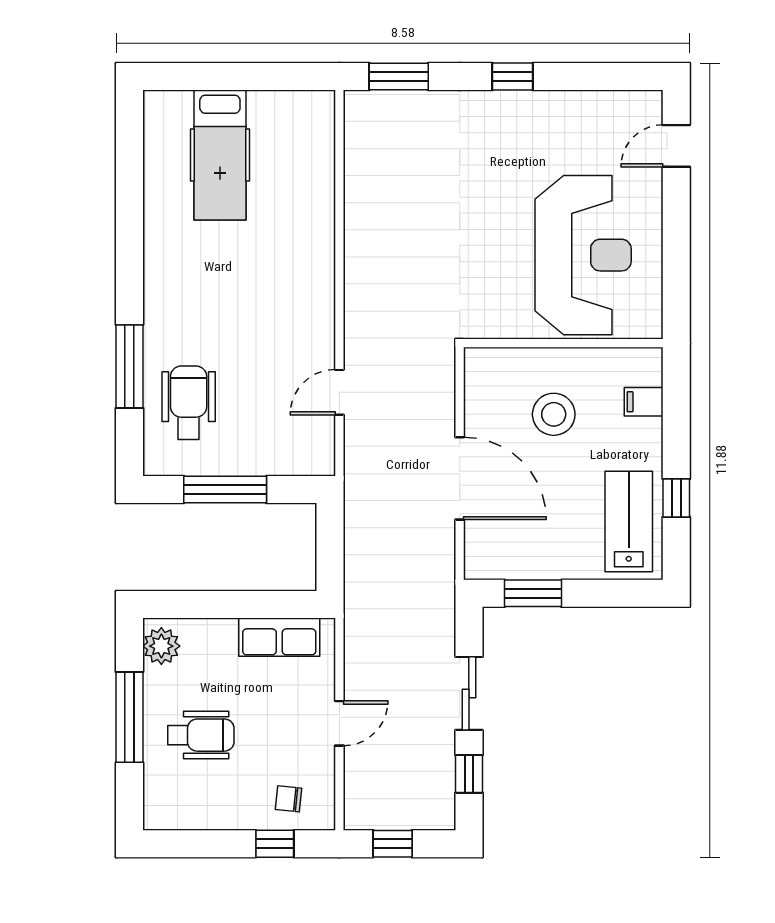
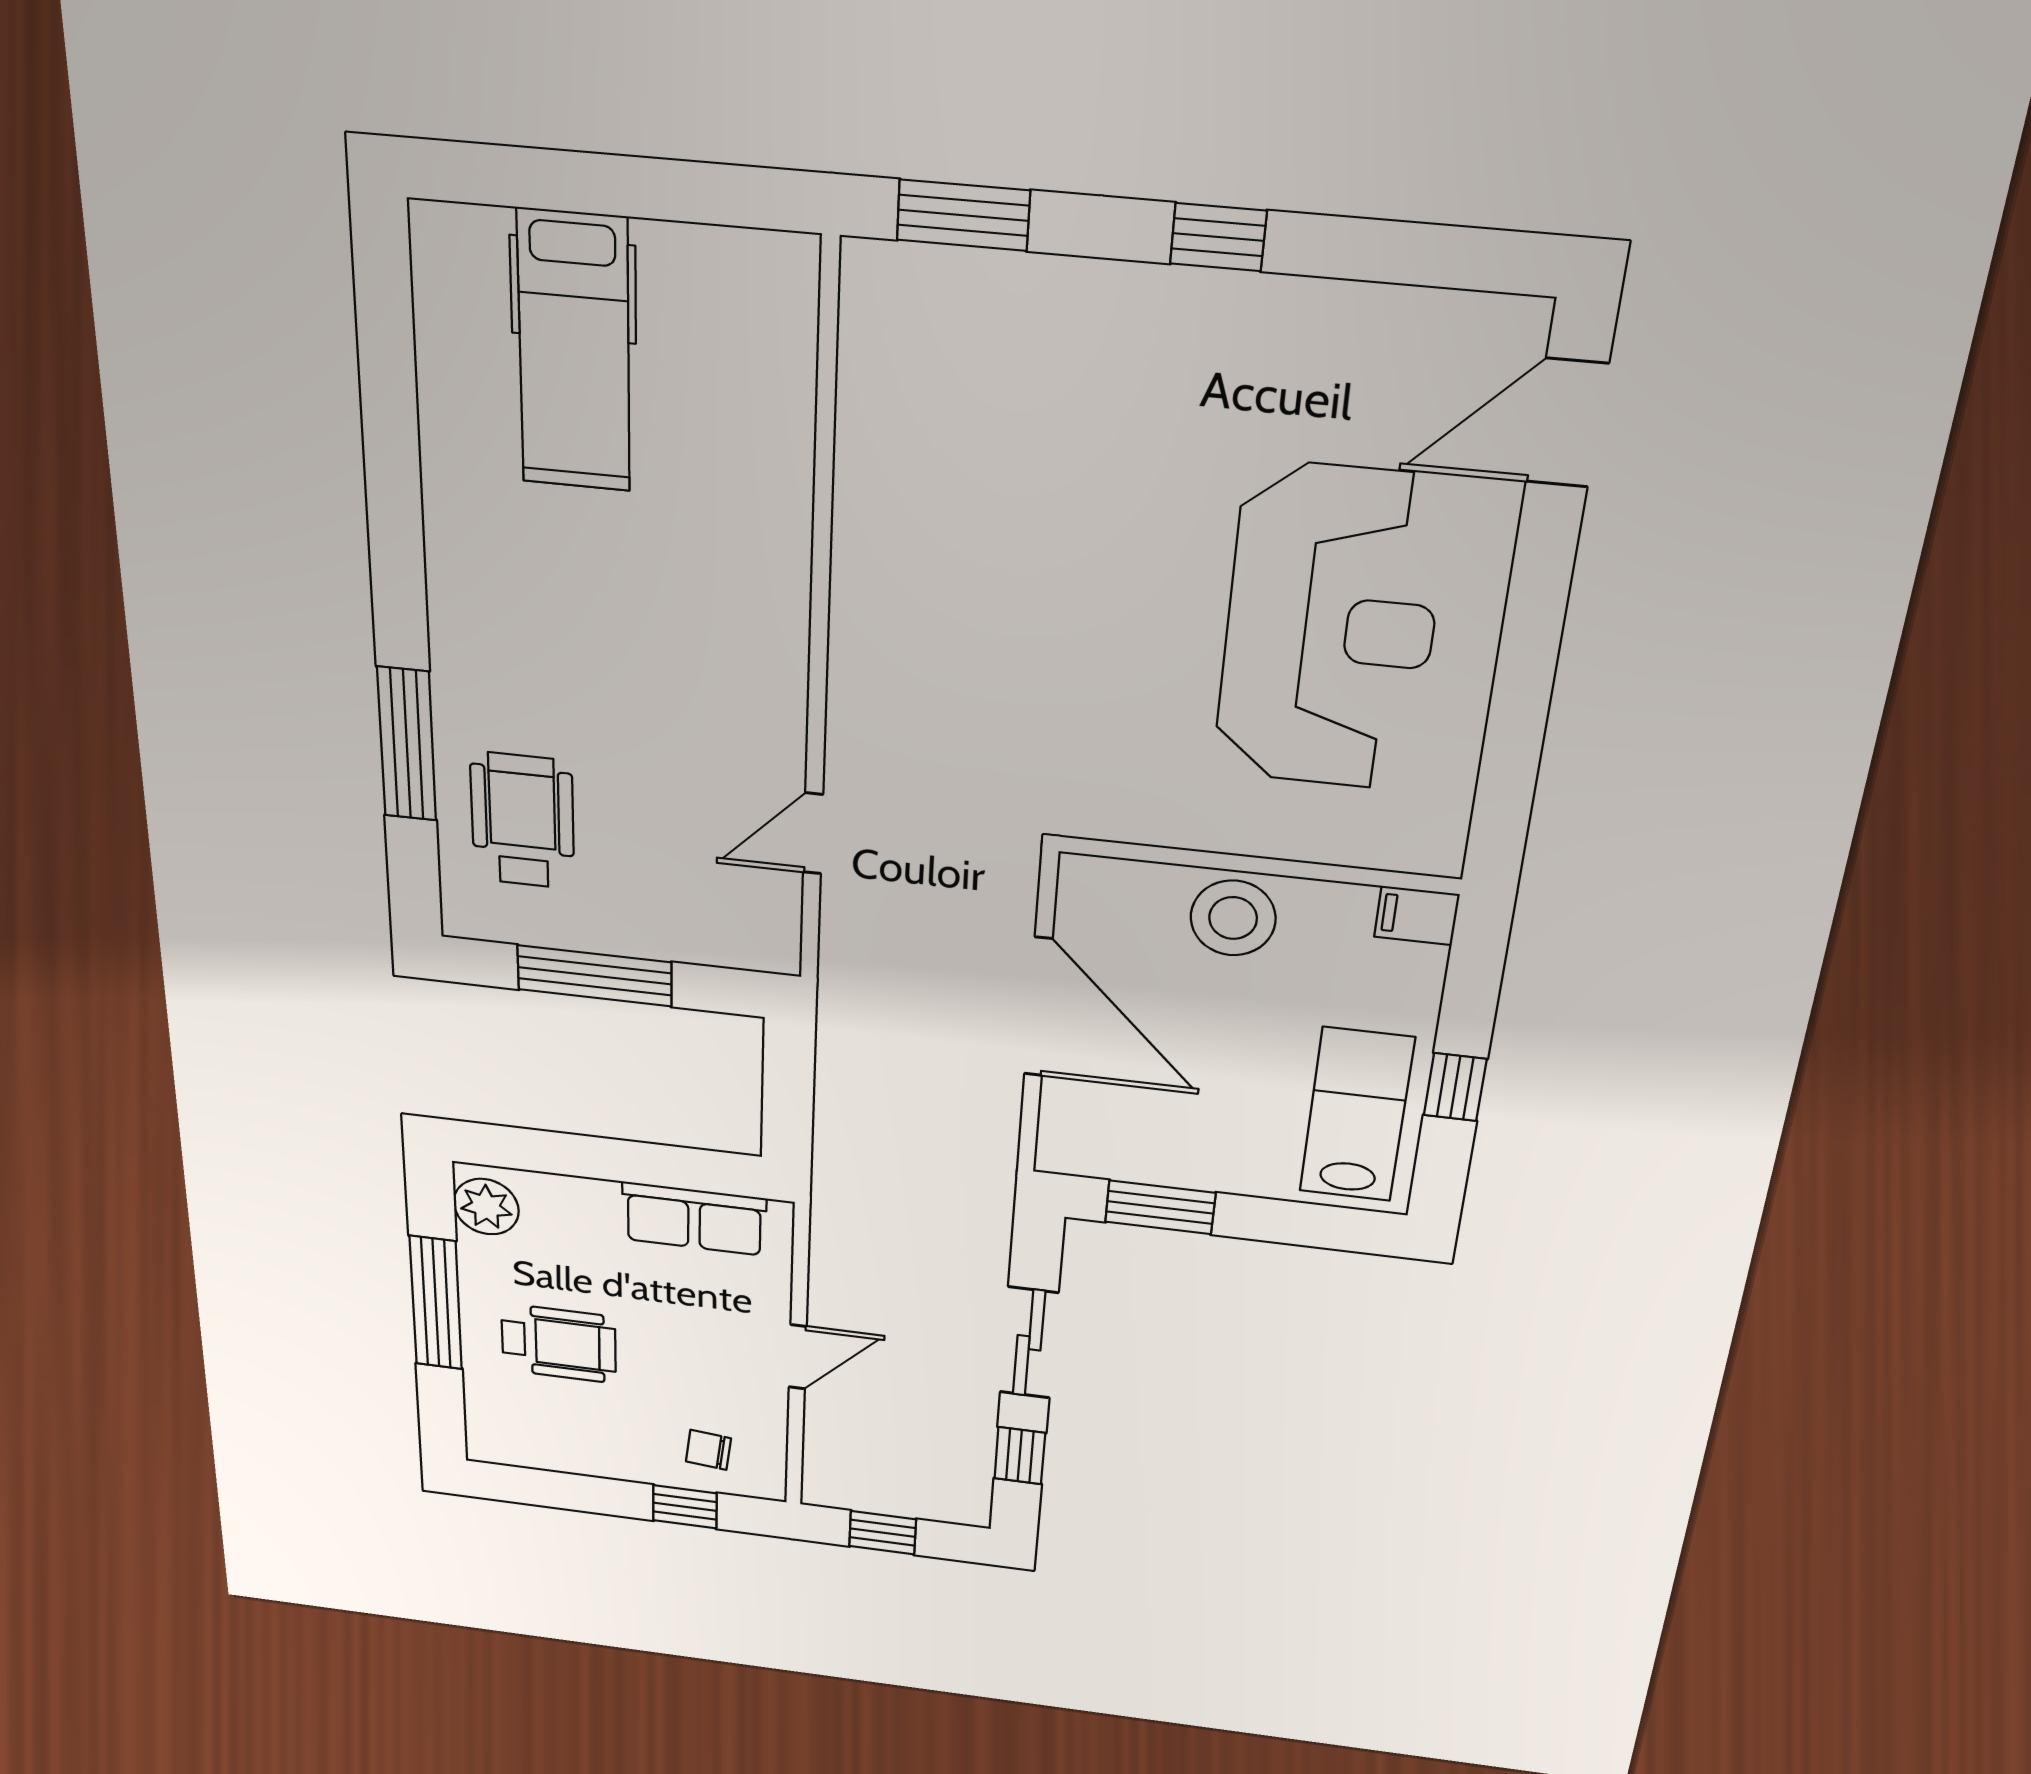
door: (676, 146) -> (1567, 423), width x1.38
wall: (563, 343) -> (1259, 865), moved

